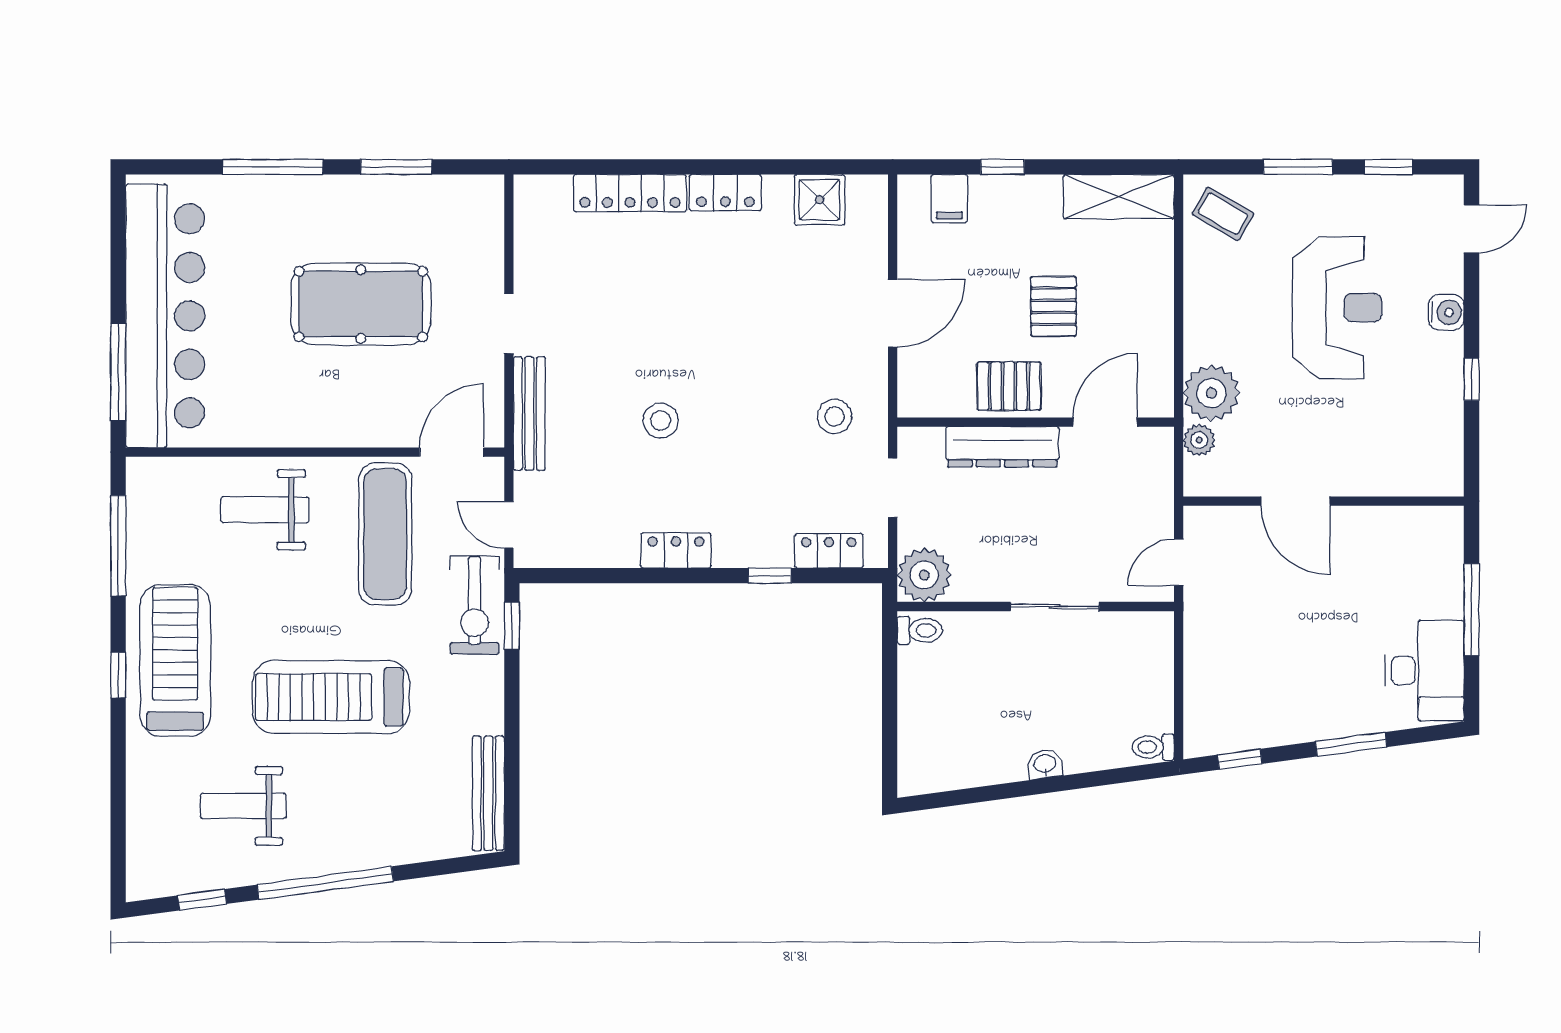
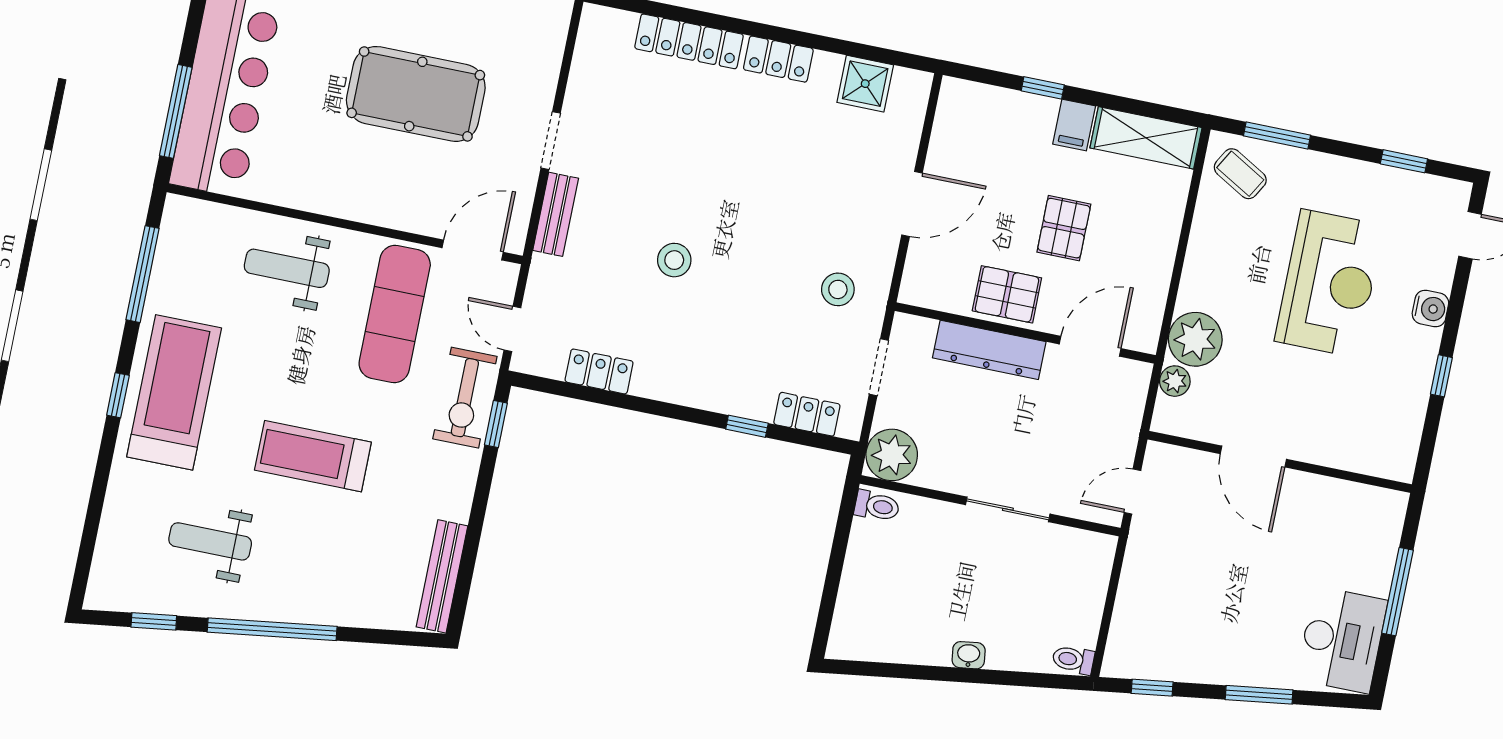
window: (1298, 167) -> (1277, 135), moved
filing cabinet: (949, 199) -> (1074, 125), moved
bench: (529, 413) -> (556, 214), width x0.73
locker: (676, 550) -> (599, 371), moved
treadmill: (331, 697) -> (313, 456), width x0.73, depth x0.73

